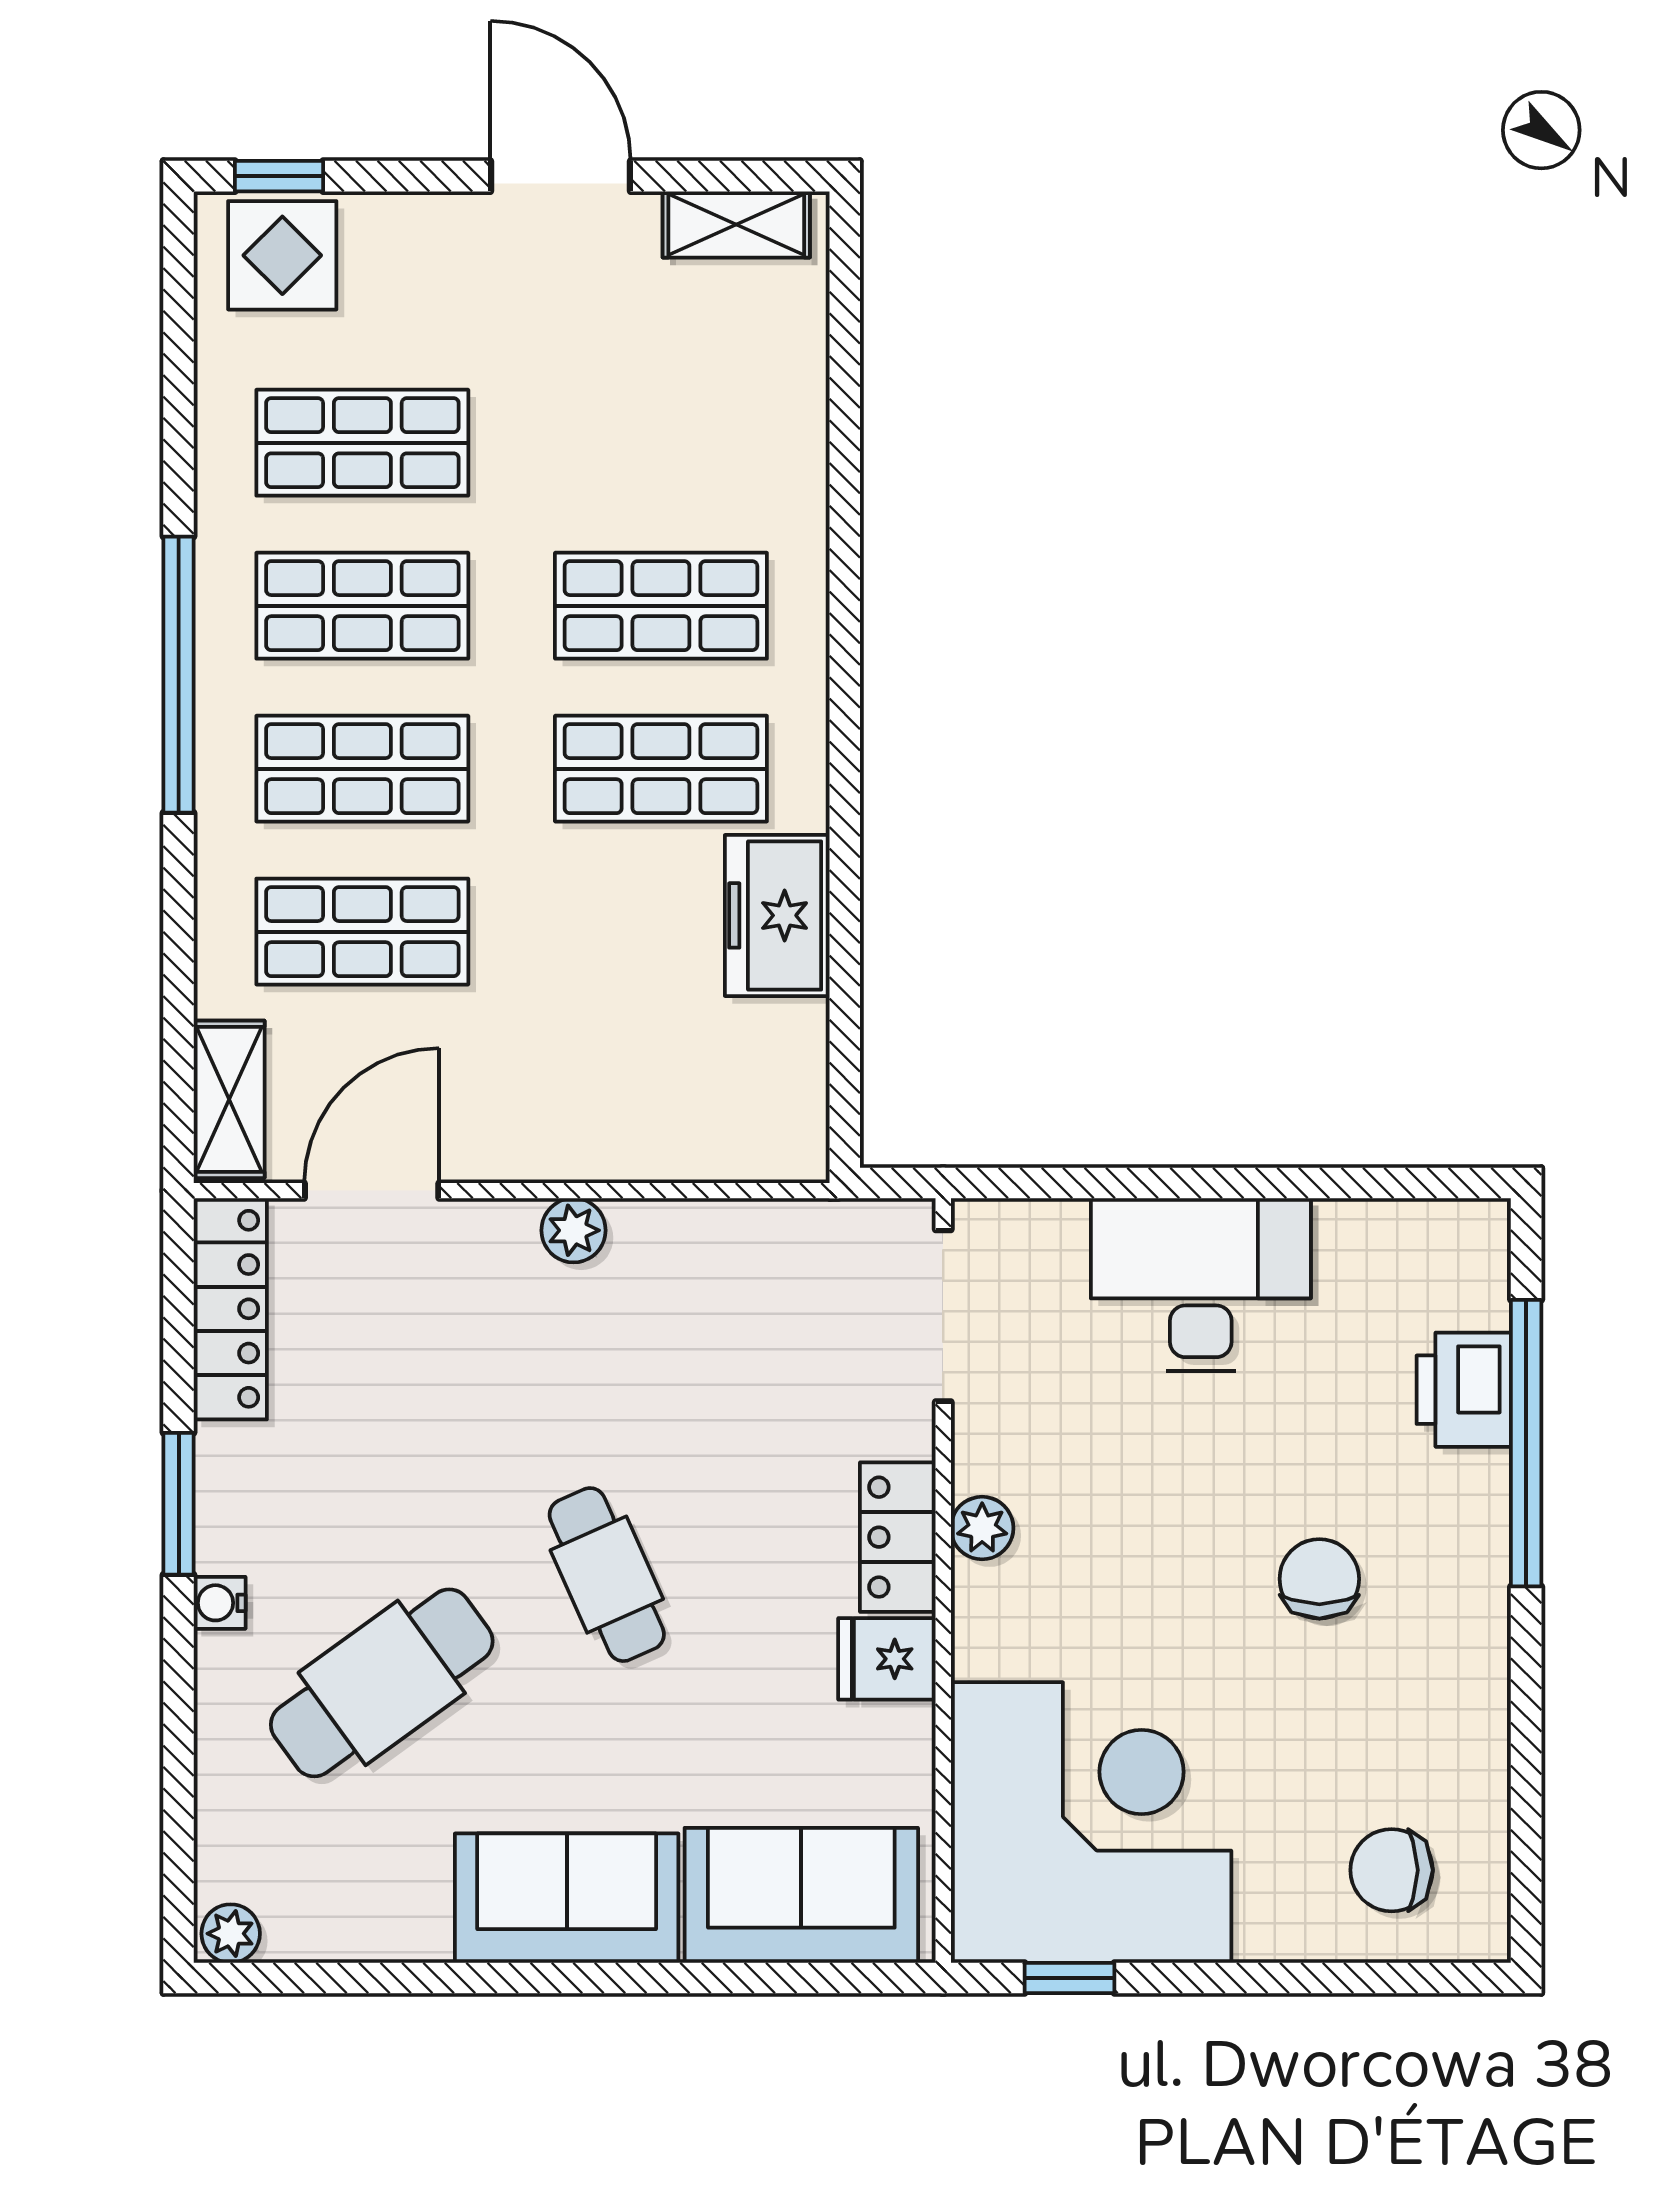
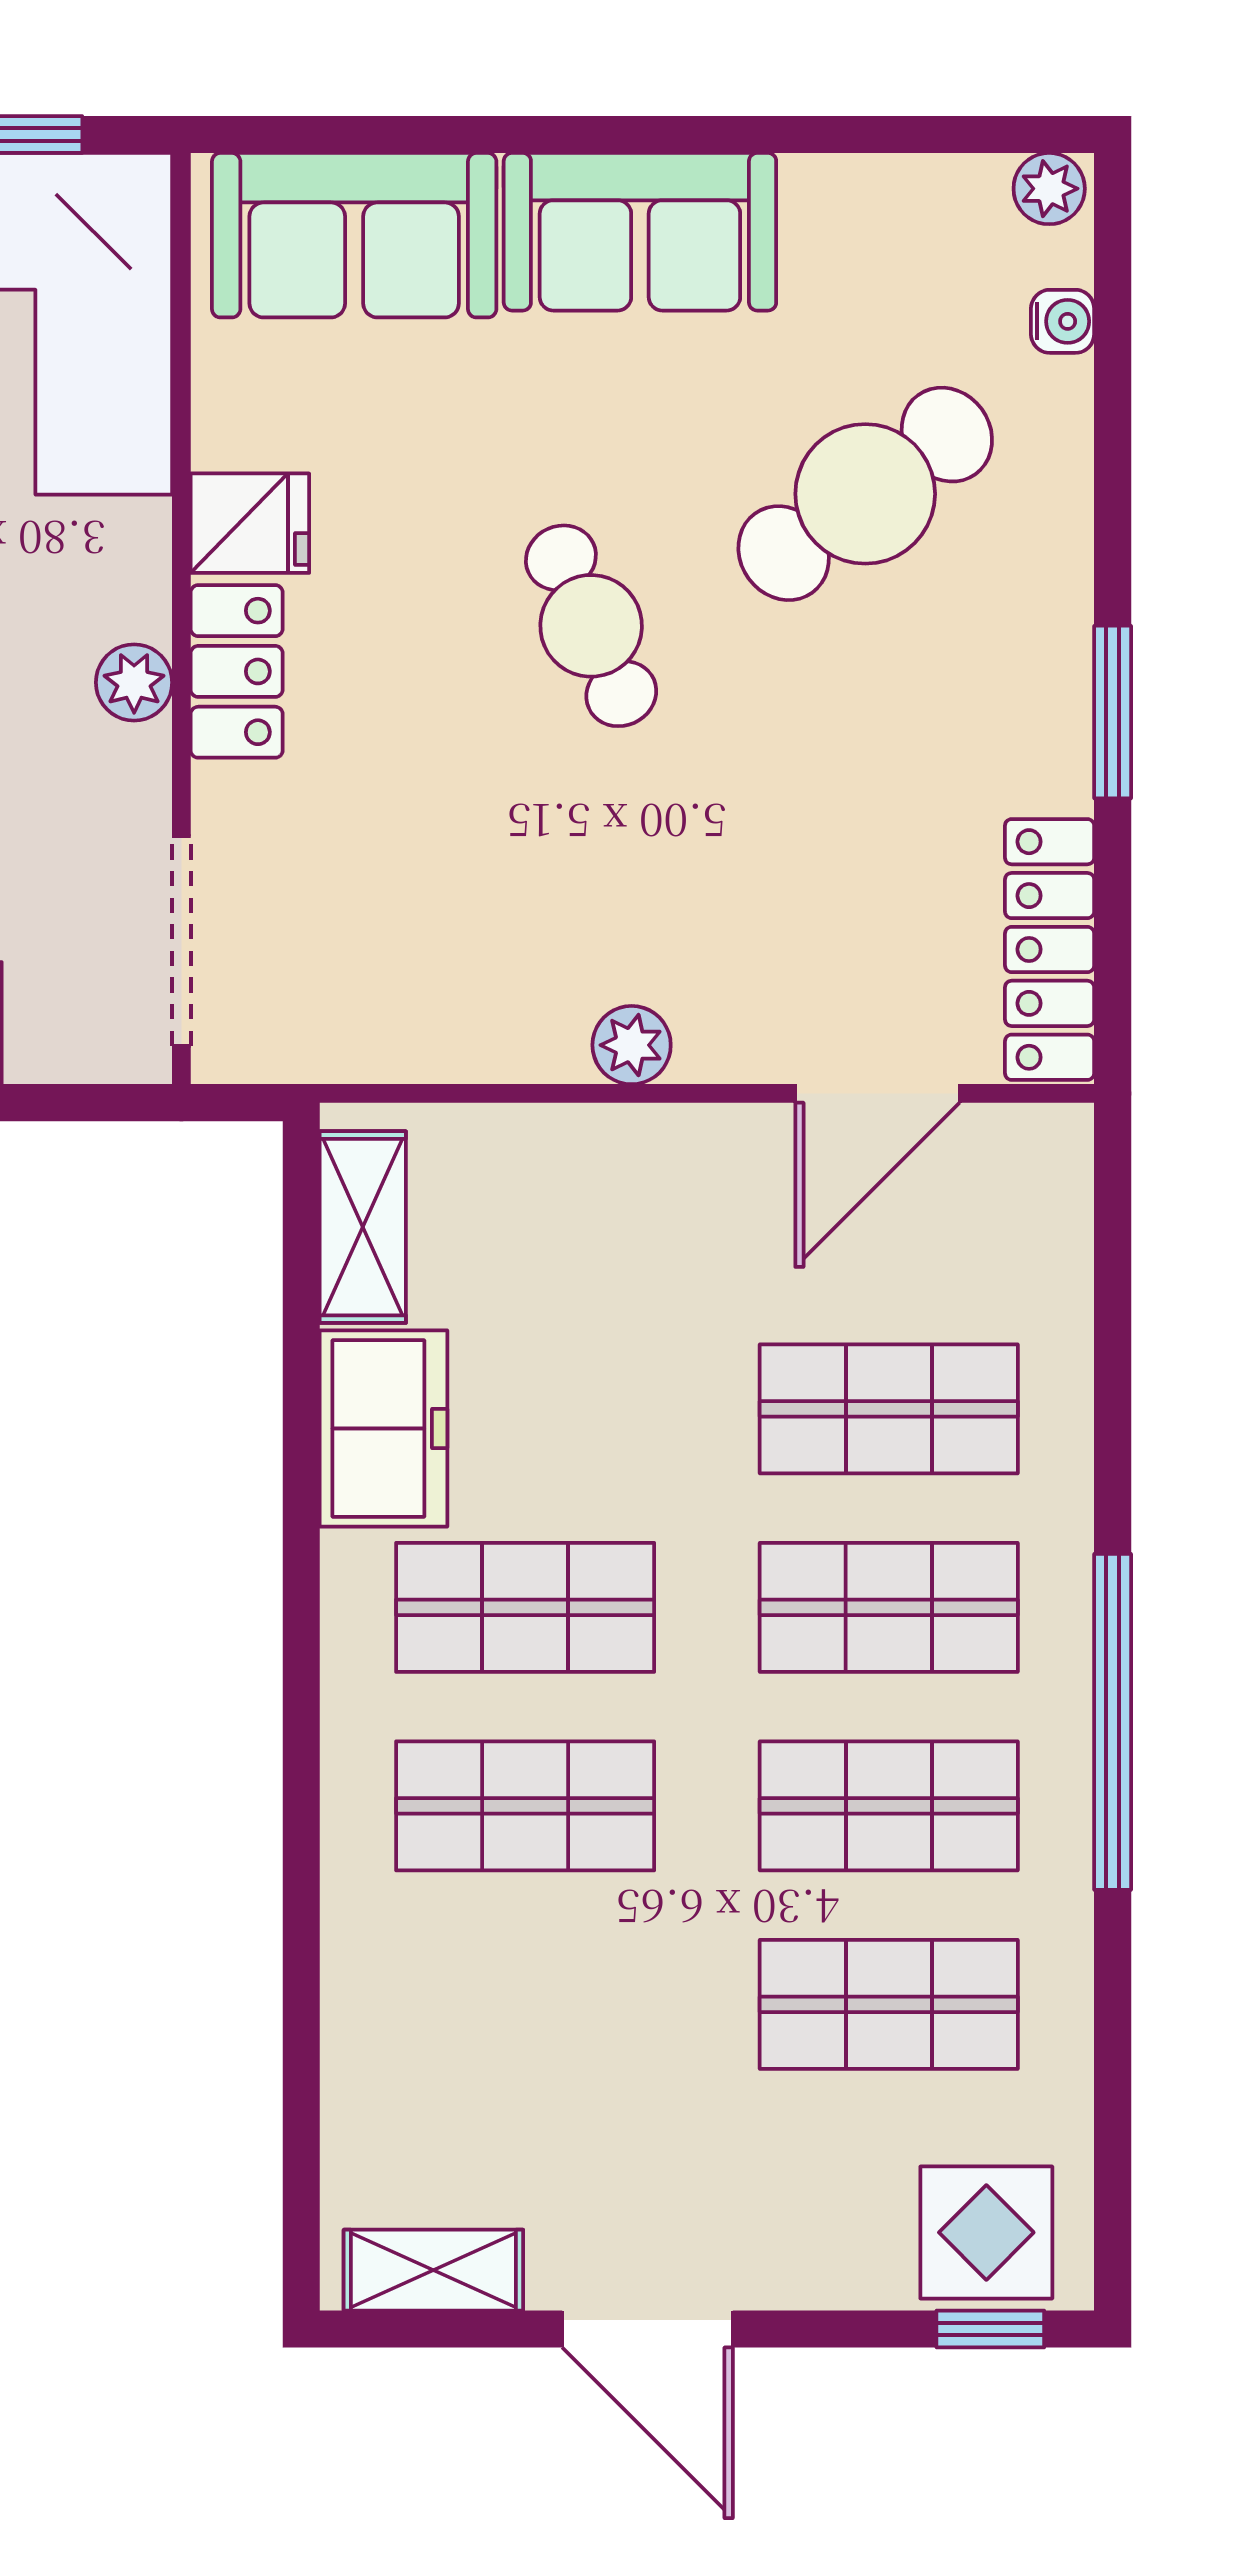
shelving: (229, 1099) -> (363, 1227), moved
water cooler: (220, 1603) -> (1063, 321), moved

